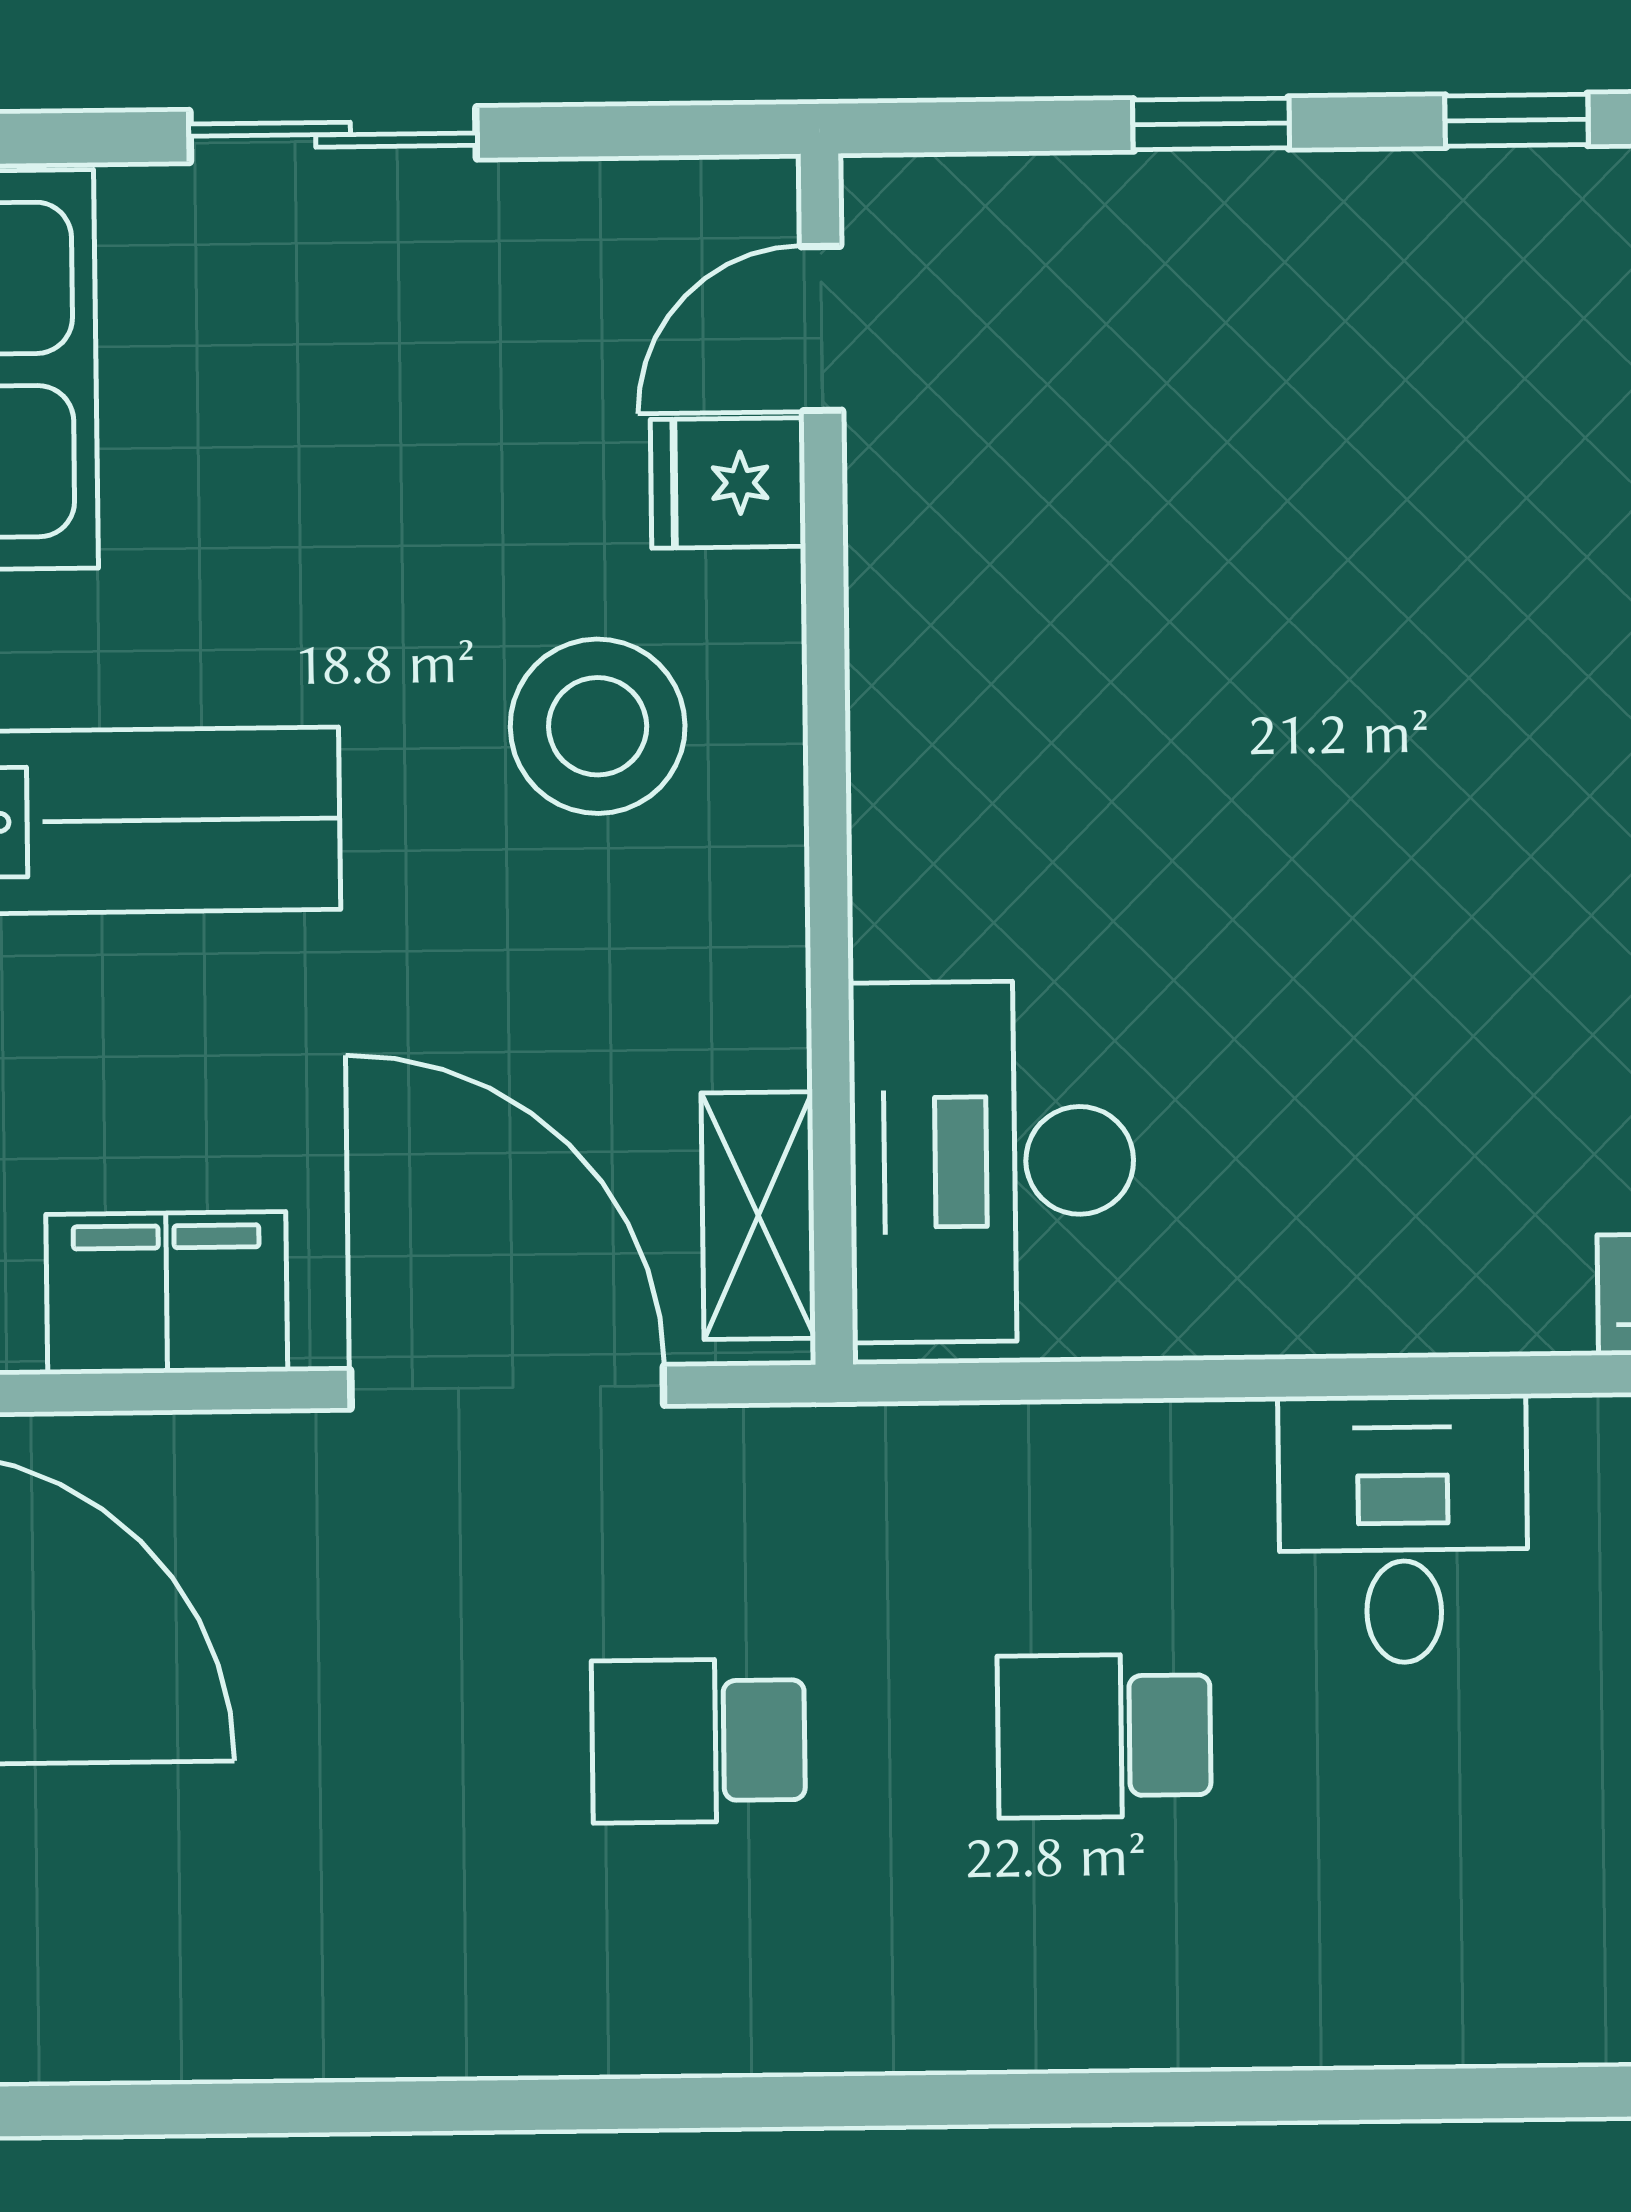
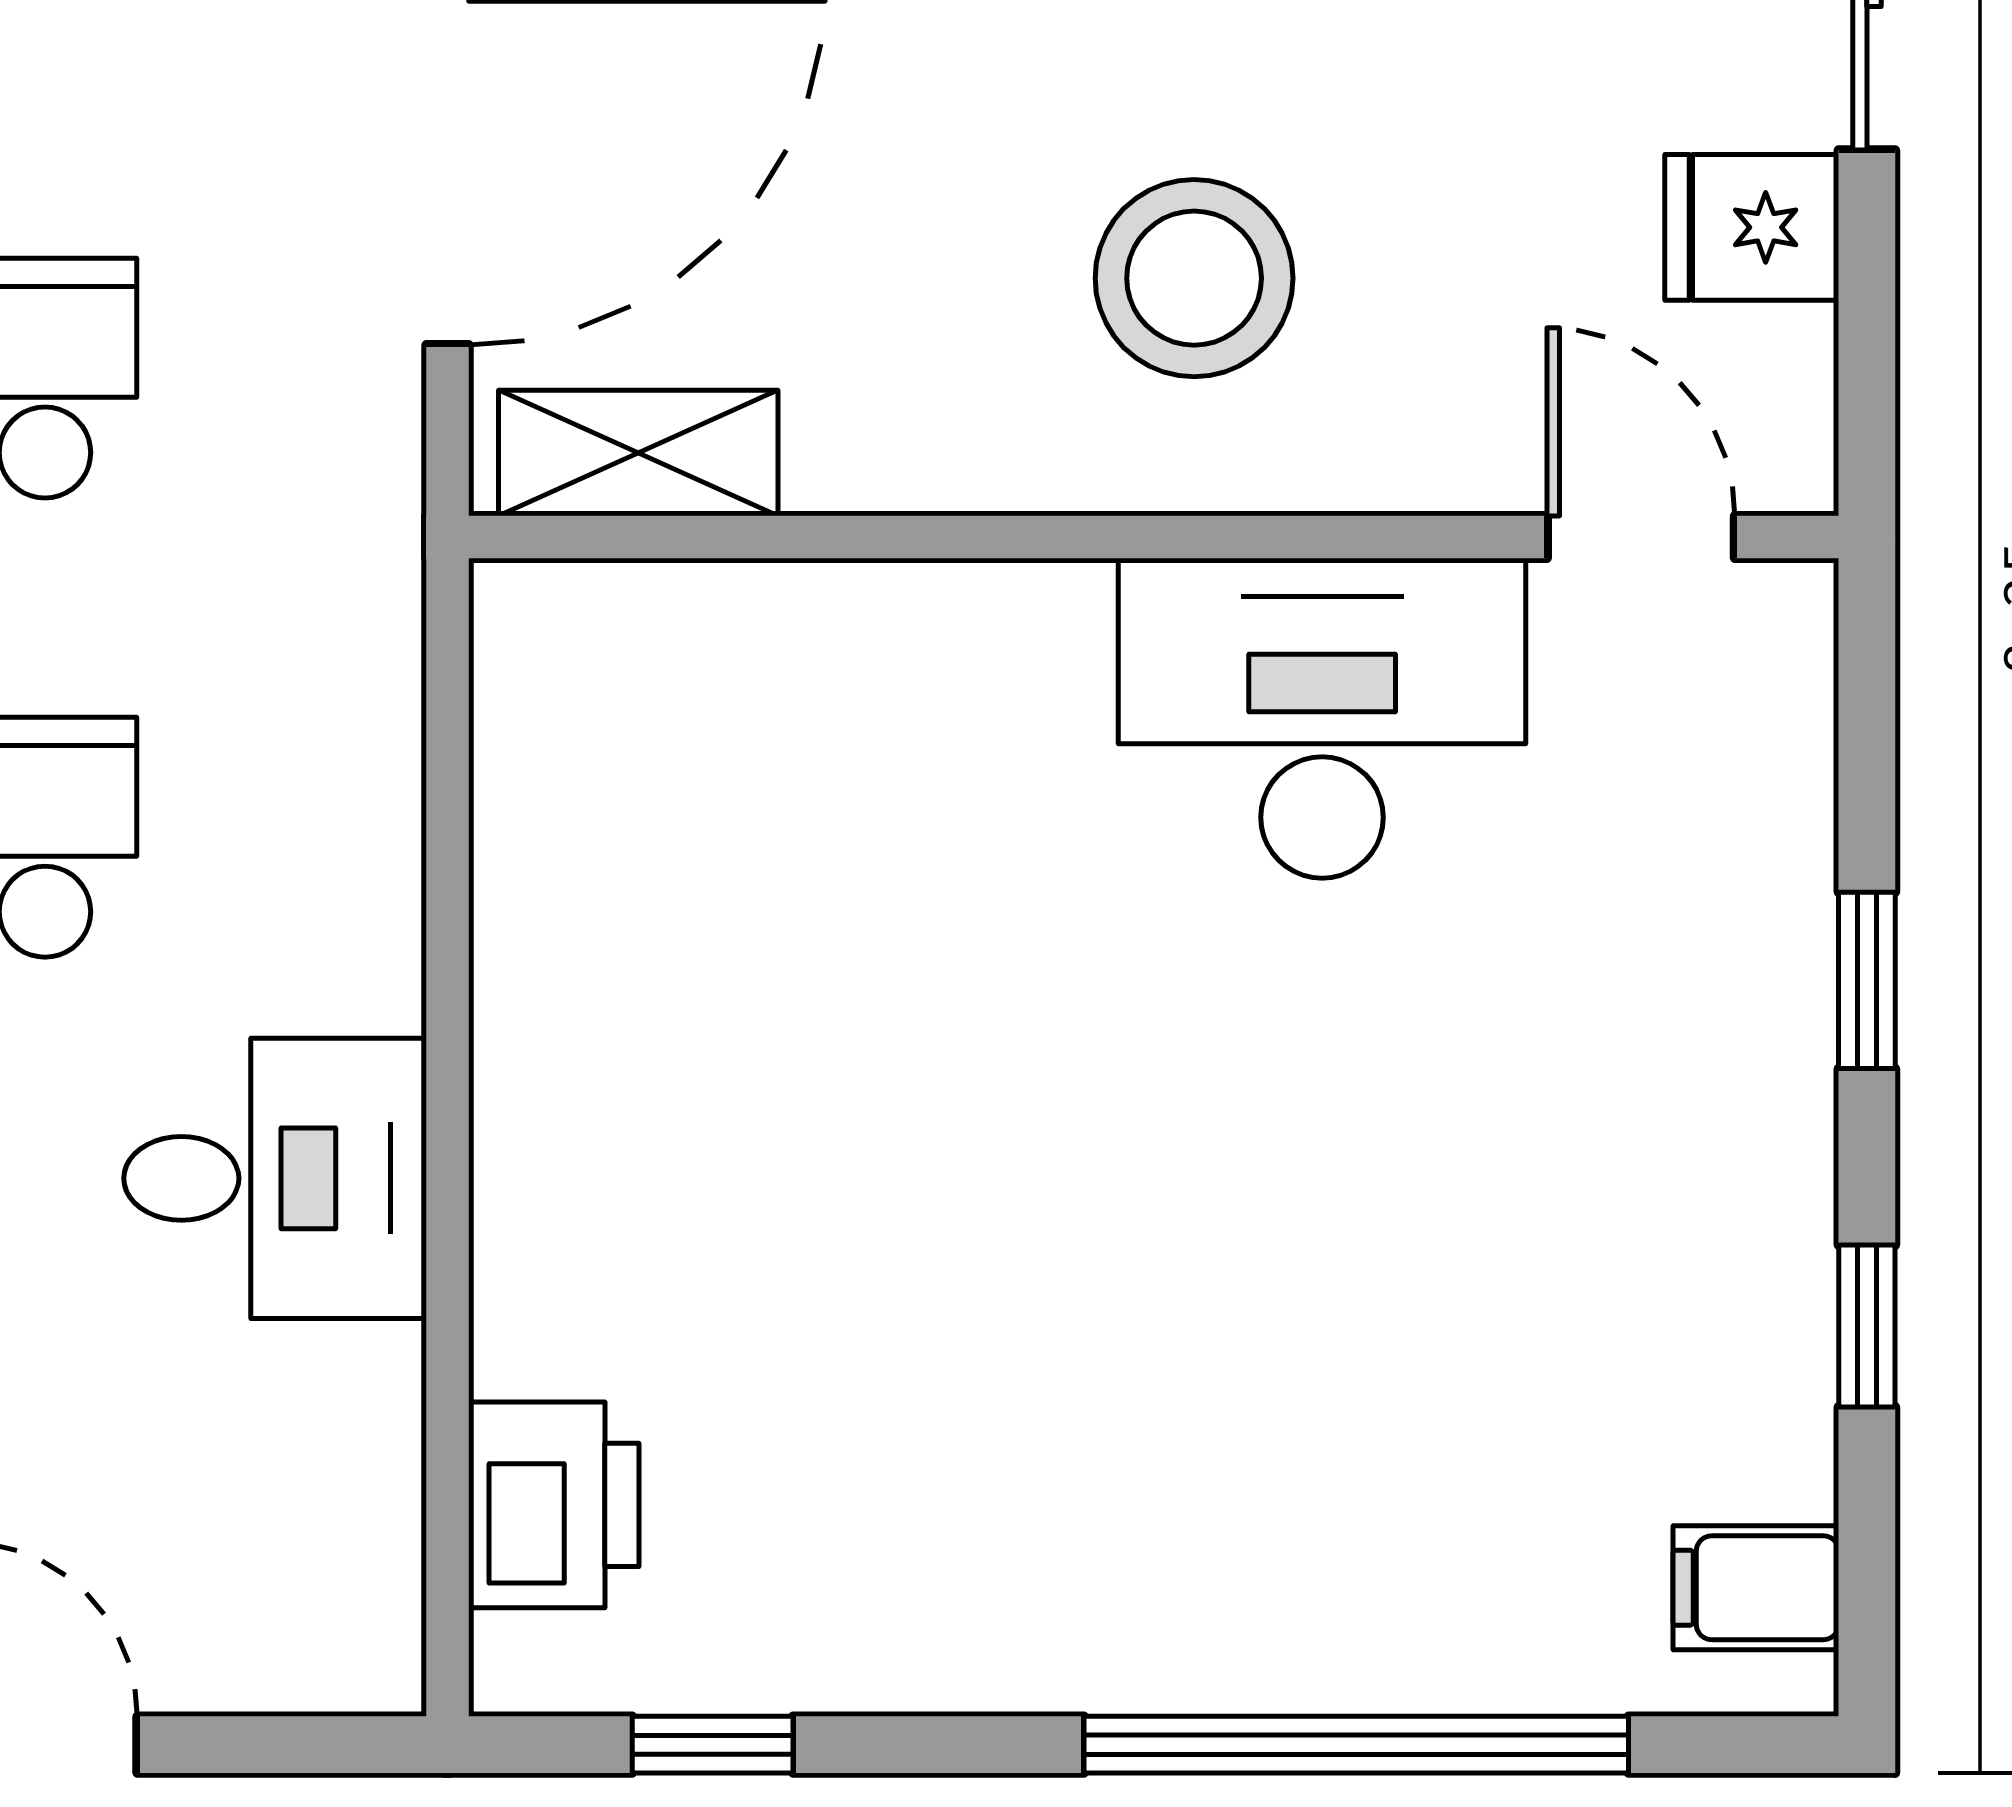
fridge: (728, 483) -> (1752, 227), moved, turned -90
desk: (992, 1161) -> (1322, 718), moved

